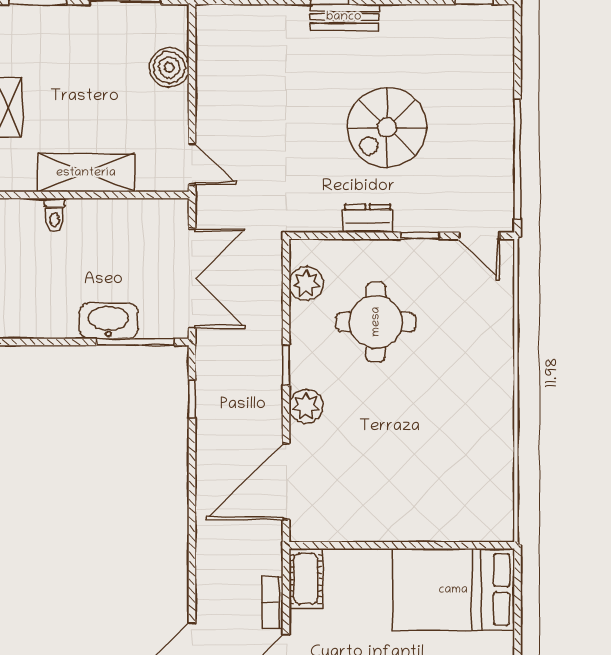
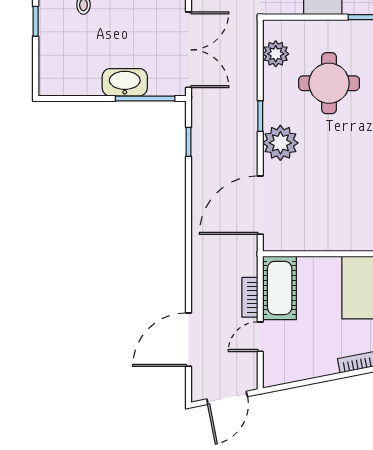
plant: (306, 406) -> (280, 143), width x1.36, depth x1.36
cot: (306, 579) -> (280, 288), width x1.37, depth x1.34

